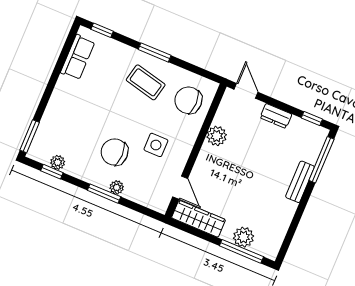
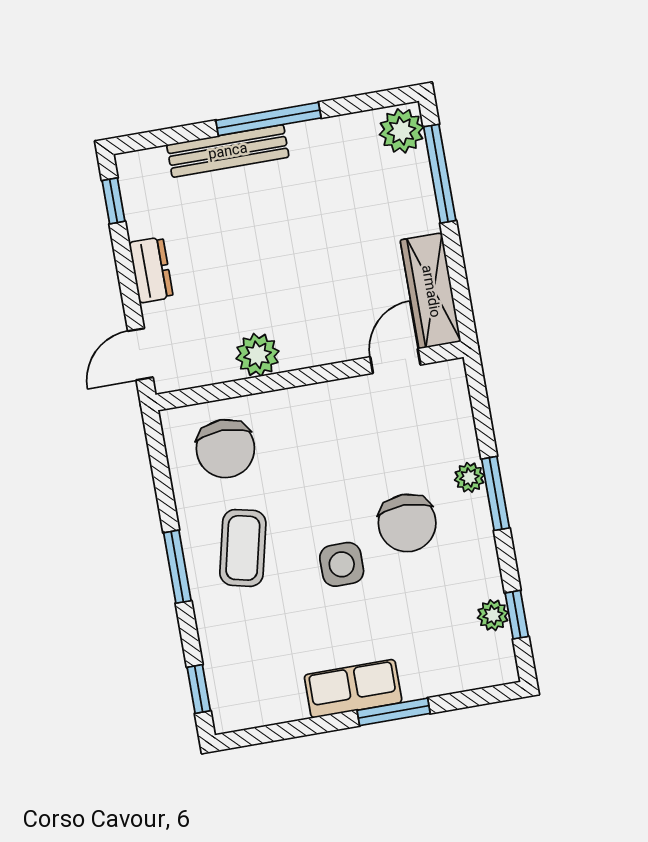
row of seats: (78, 57) -> (353, 689), moved
window: (30, 136) -> (394, 712), moved
side table: (156, 145) -> (342, 564), moved
window: (321, 160) -> (268, 119), moved
bench: (300, 182) -> (228, 151), width x1.36
plant: (243, 237) -> (402, 131), moved

